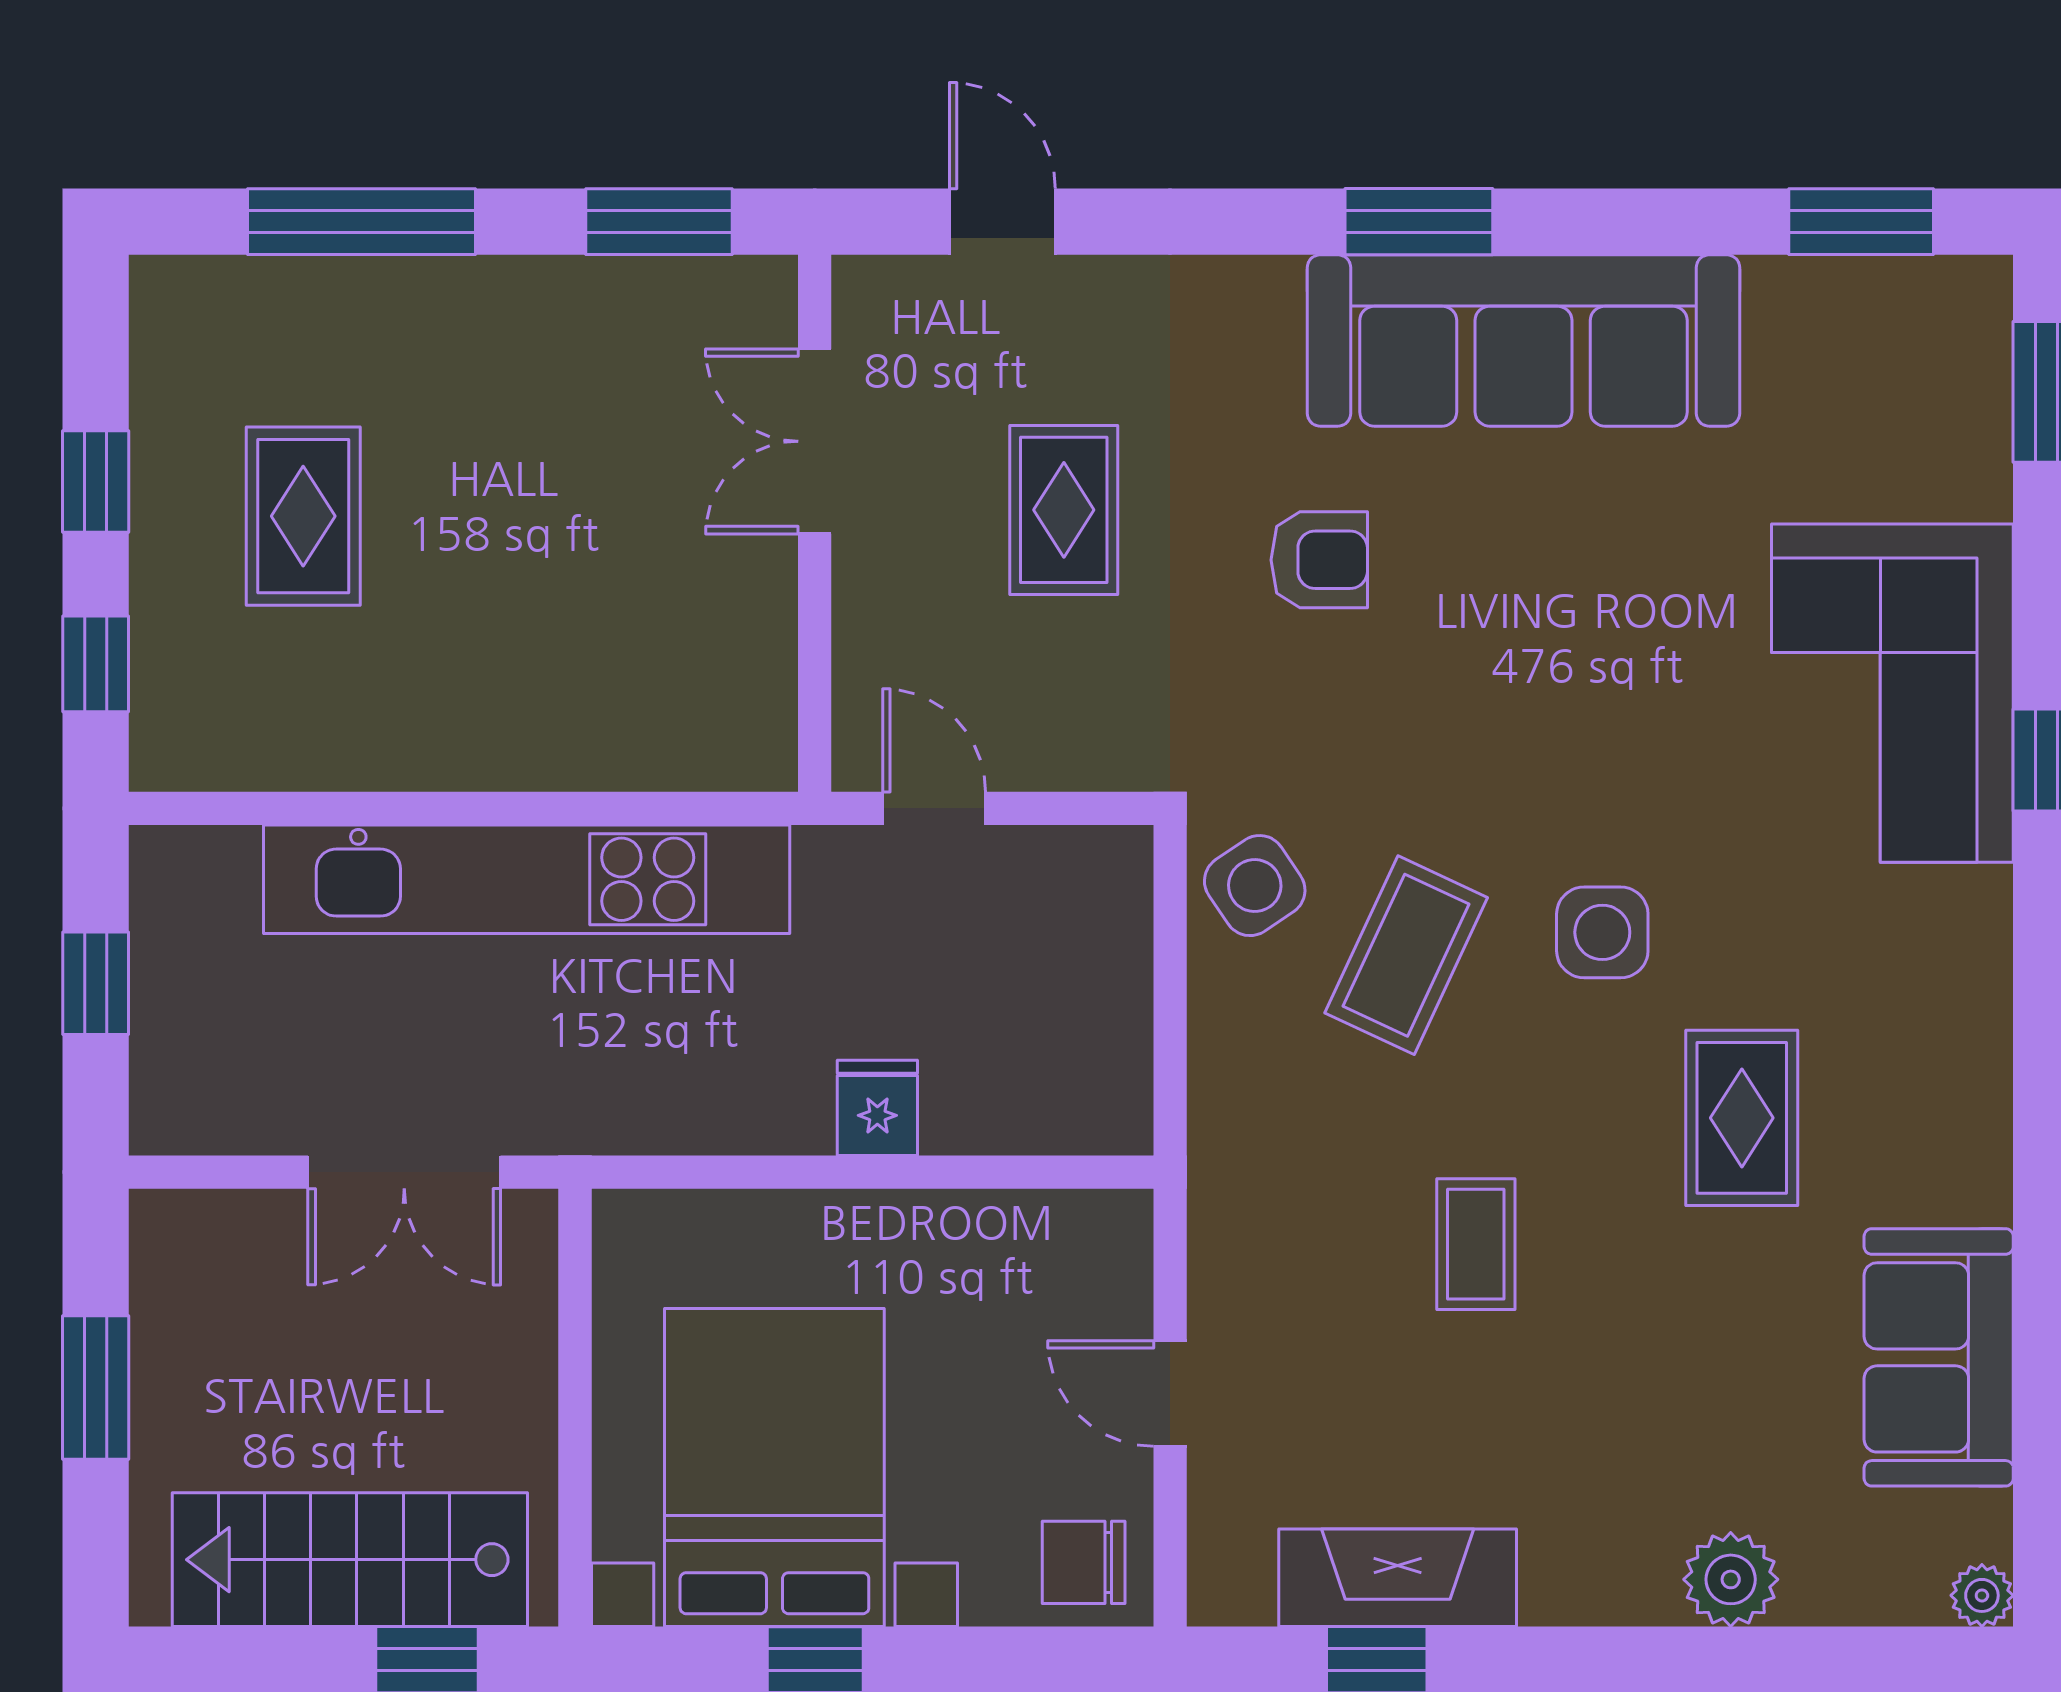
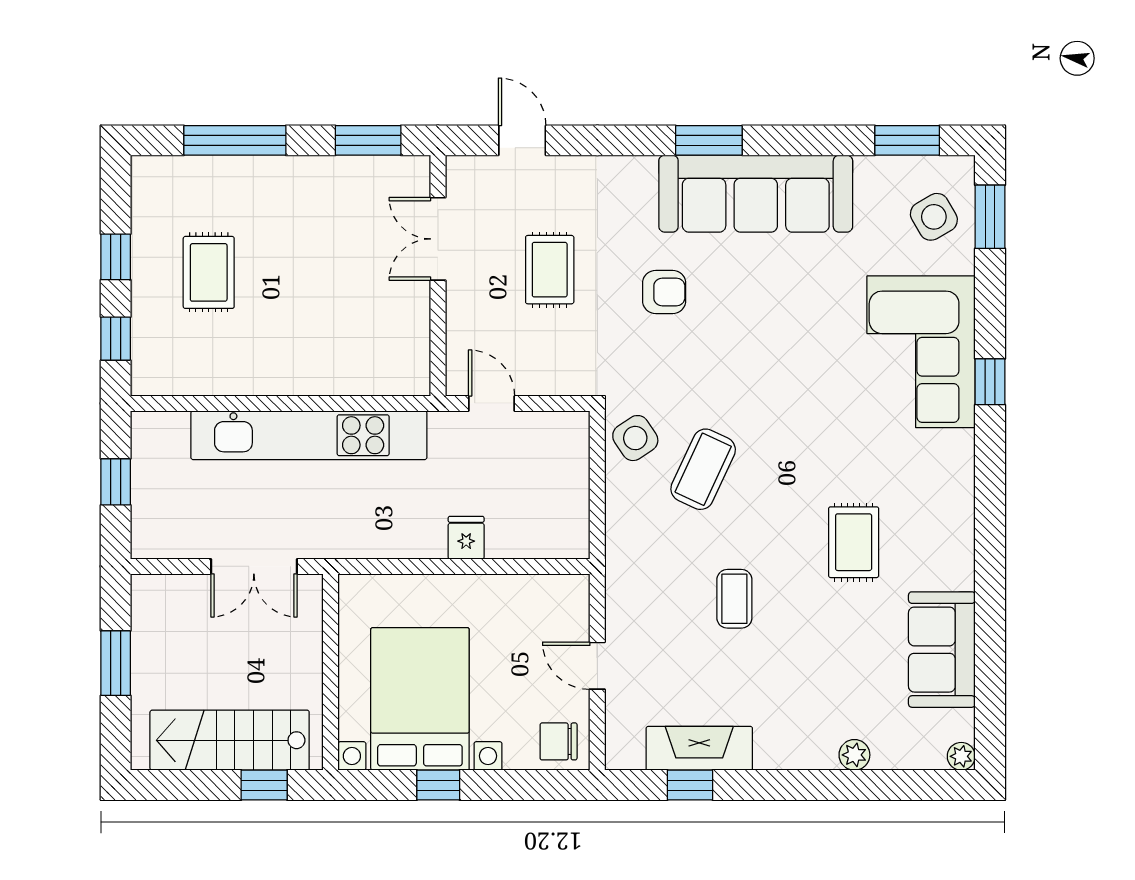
side table: (1602, 932) -> (934, 217), moved, turned -30
plant: (1731, 1579) -> (854, 755), width x0.73, depth x0.73

